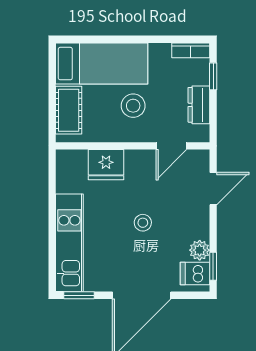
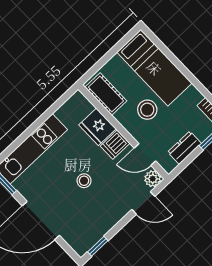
cot: (69, 110) -> (106, 94), moved, turned 90
plant: (200, 250) -> (153, 179), moved
dishwasher: (195, 274) -> (115, 145), moved, turned -90

